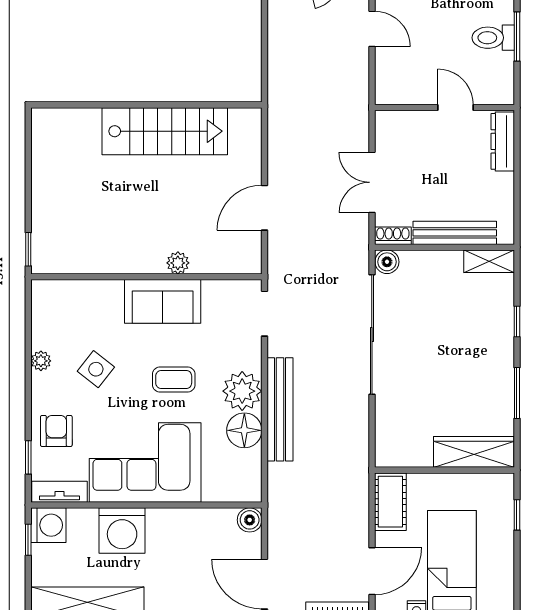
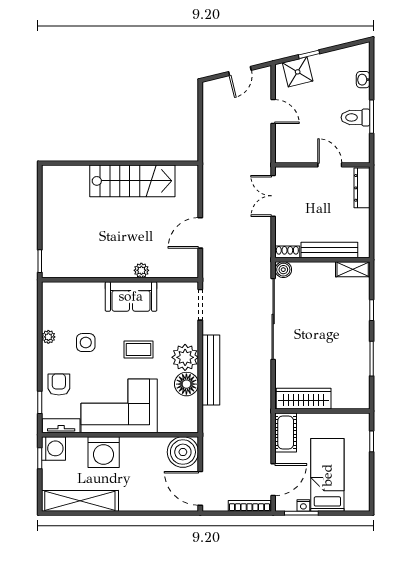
double door: (372, 182) -> (273, 196), moved
side table: (96, 369) -> (86, 343), turned -38
wardrobe: (474, 452) -> (304, 399), moved
boiler: (250, 520) -> (183, 452), width x1.86, depth x1.86

